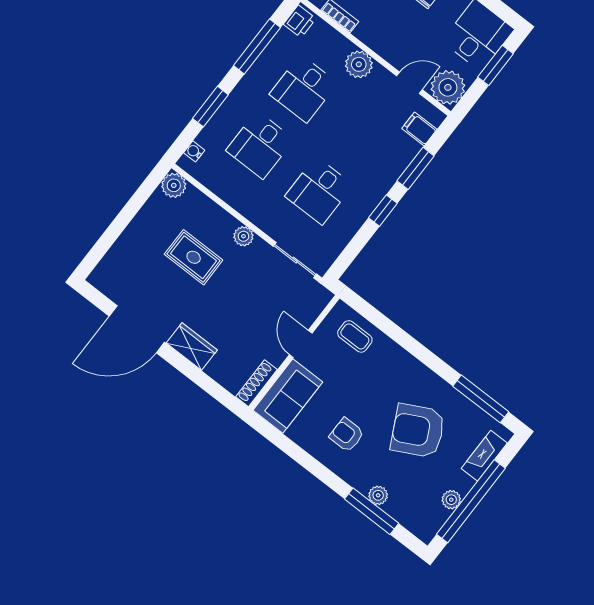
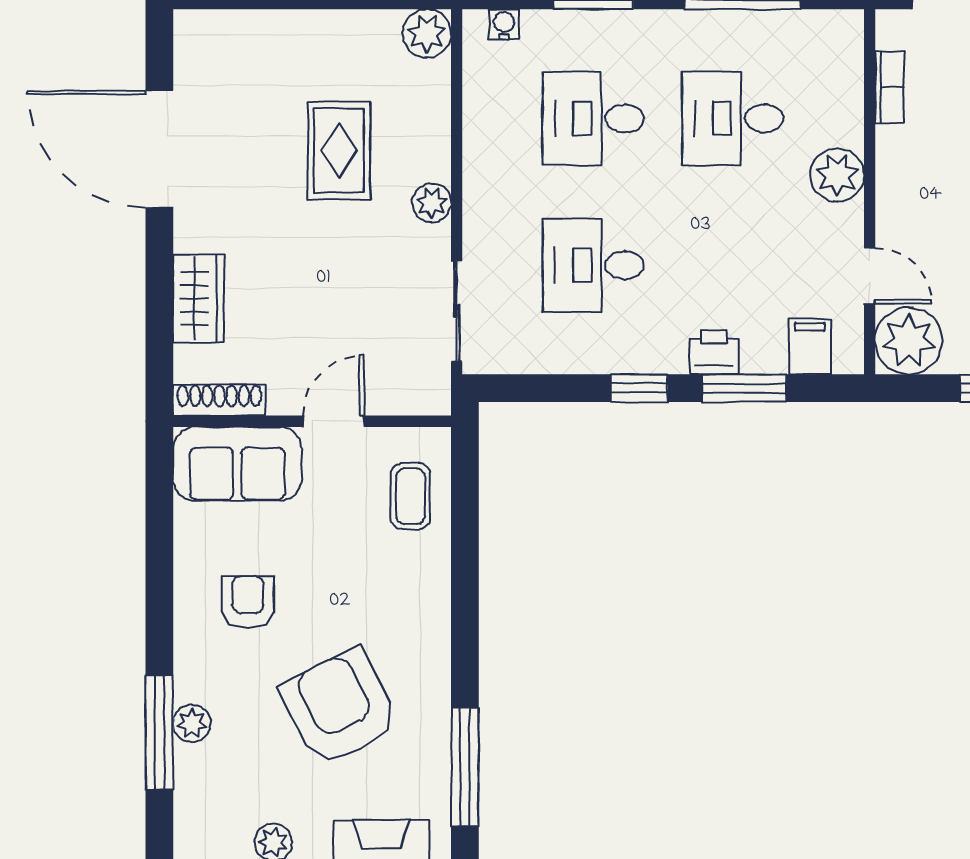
printer: (300, 21) -> (714, 352), moved, turned 180
wardrobe: (192, 347) -> (198, 299), moved

